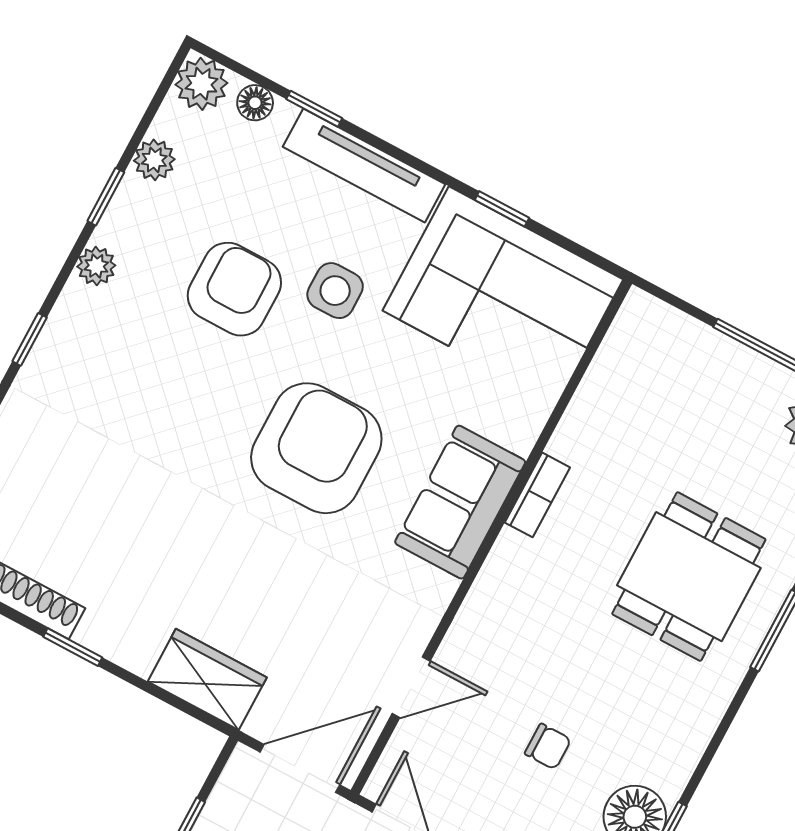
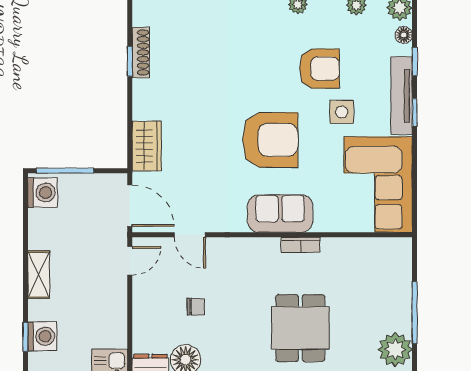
window: (502, 209) -> (415, 112), moved
dining table: (689, 577) -> (300, 328), turned 90
window: (73, 647) -> (130, 61), moved
chair: (548, 747) -> (196, 307), turned -90

